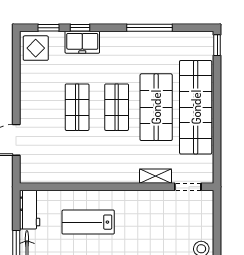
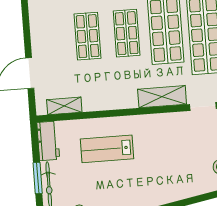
shelving: (48, 176) -> (64, 106), added
shelving: (156, 176) -> (162, 97), width x1.50, depth x1.33

